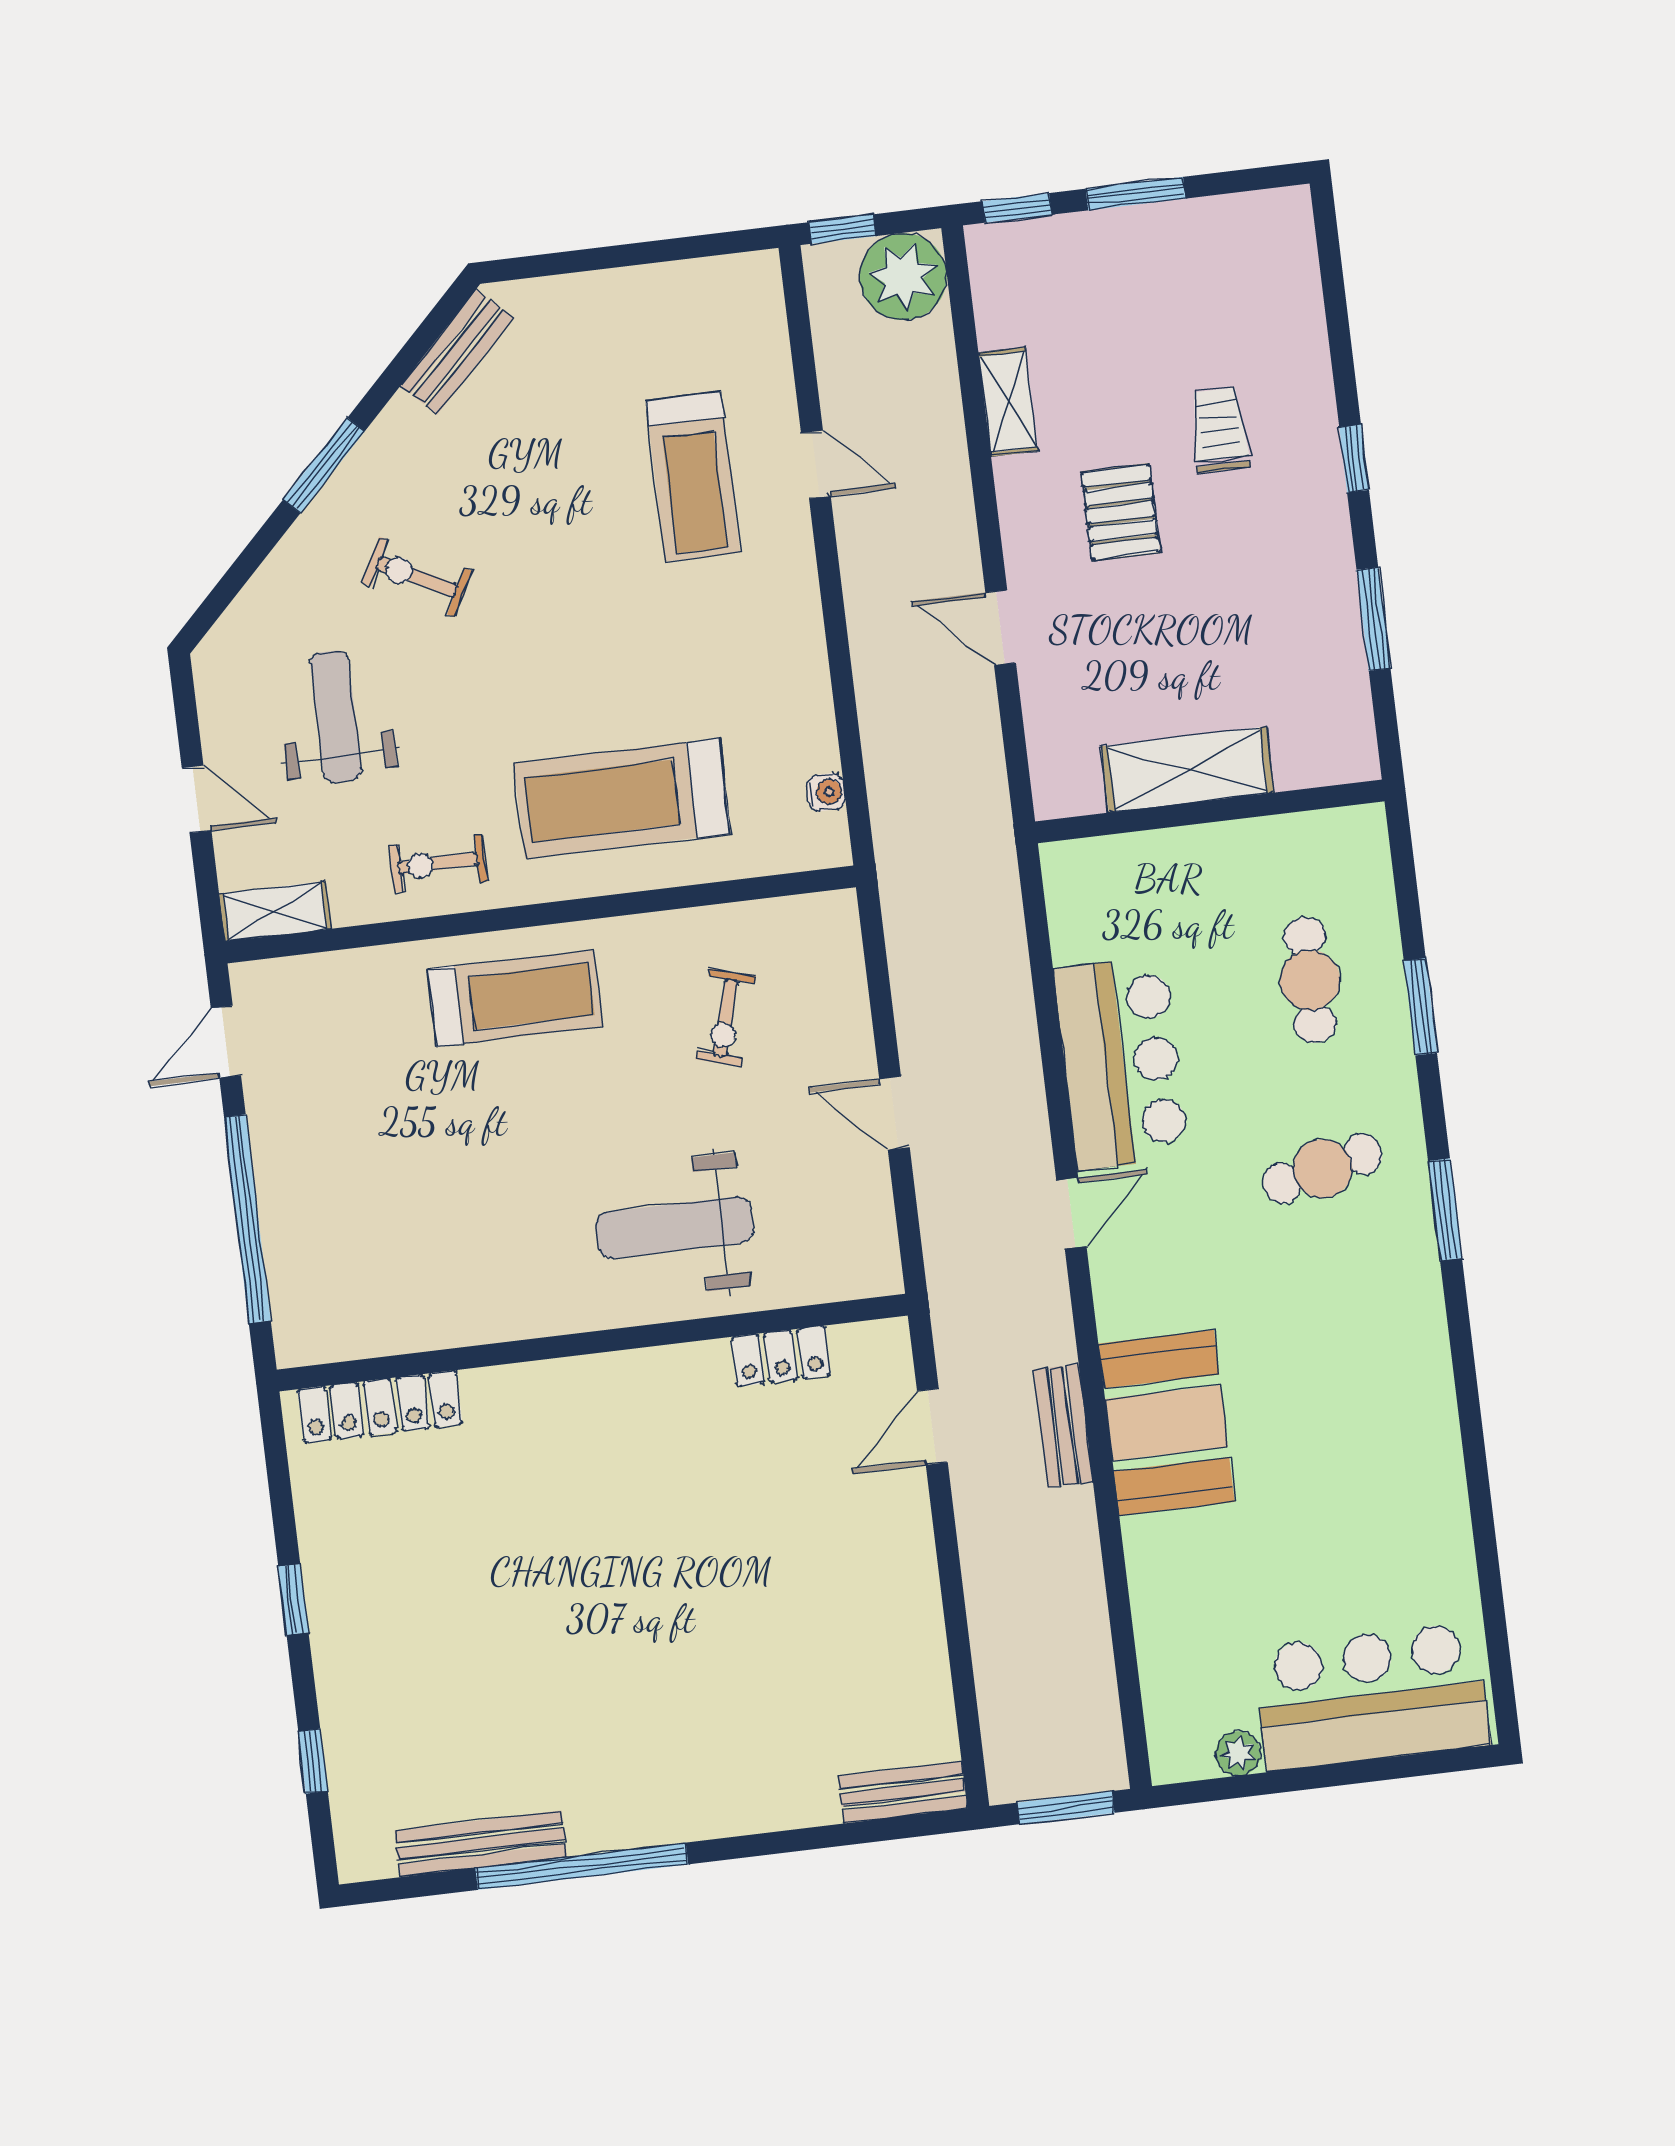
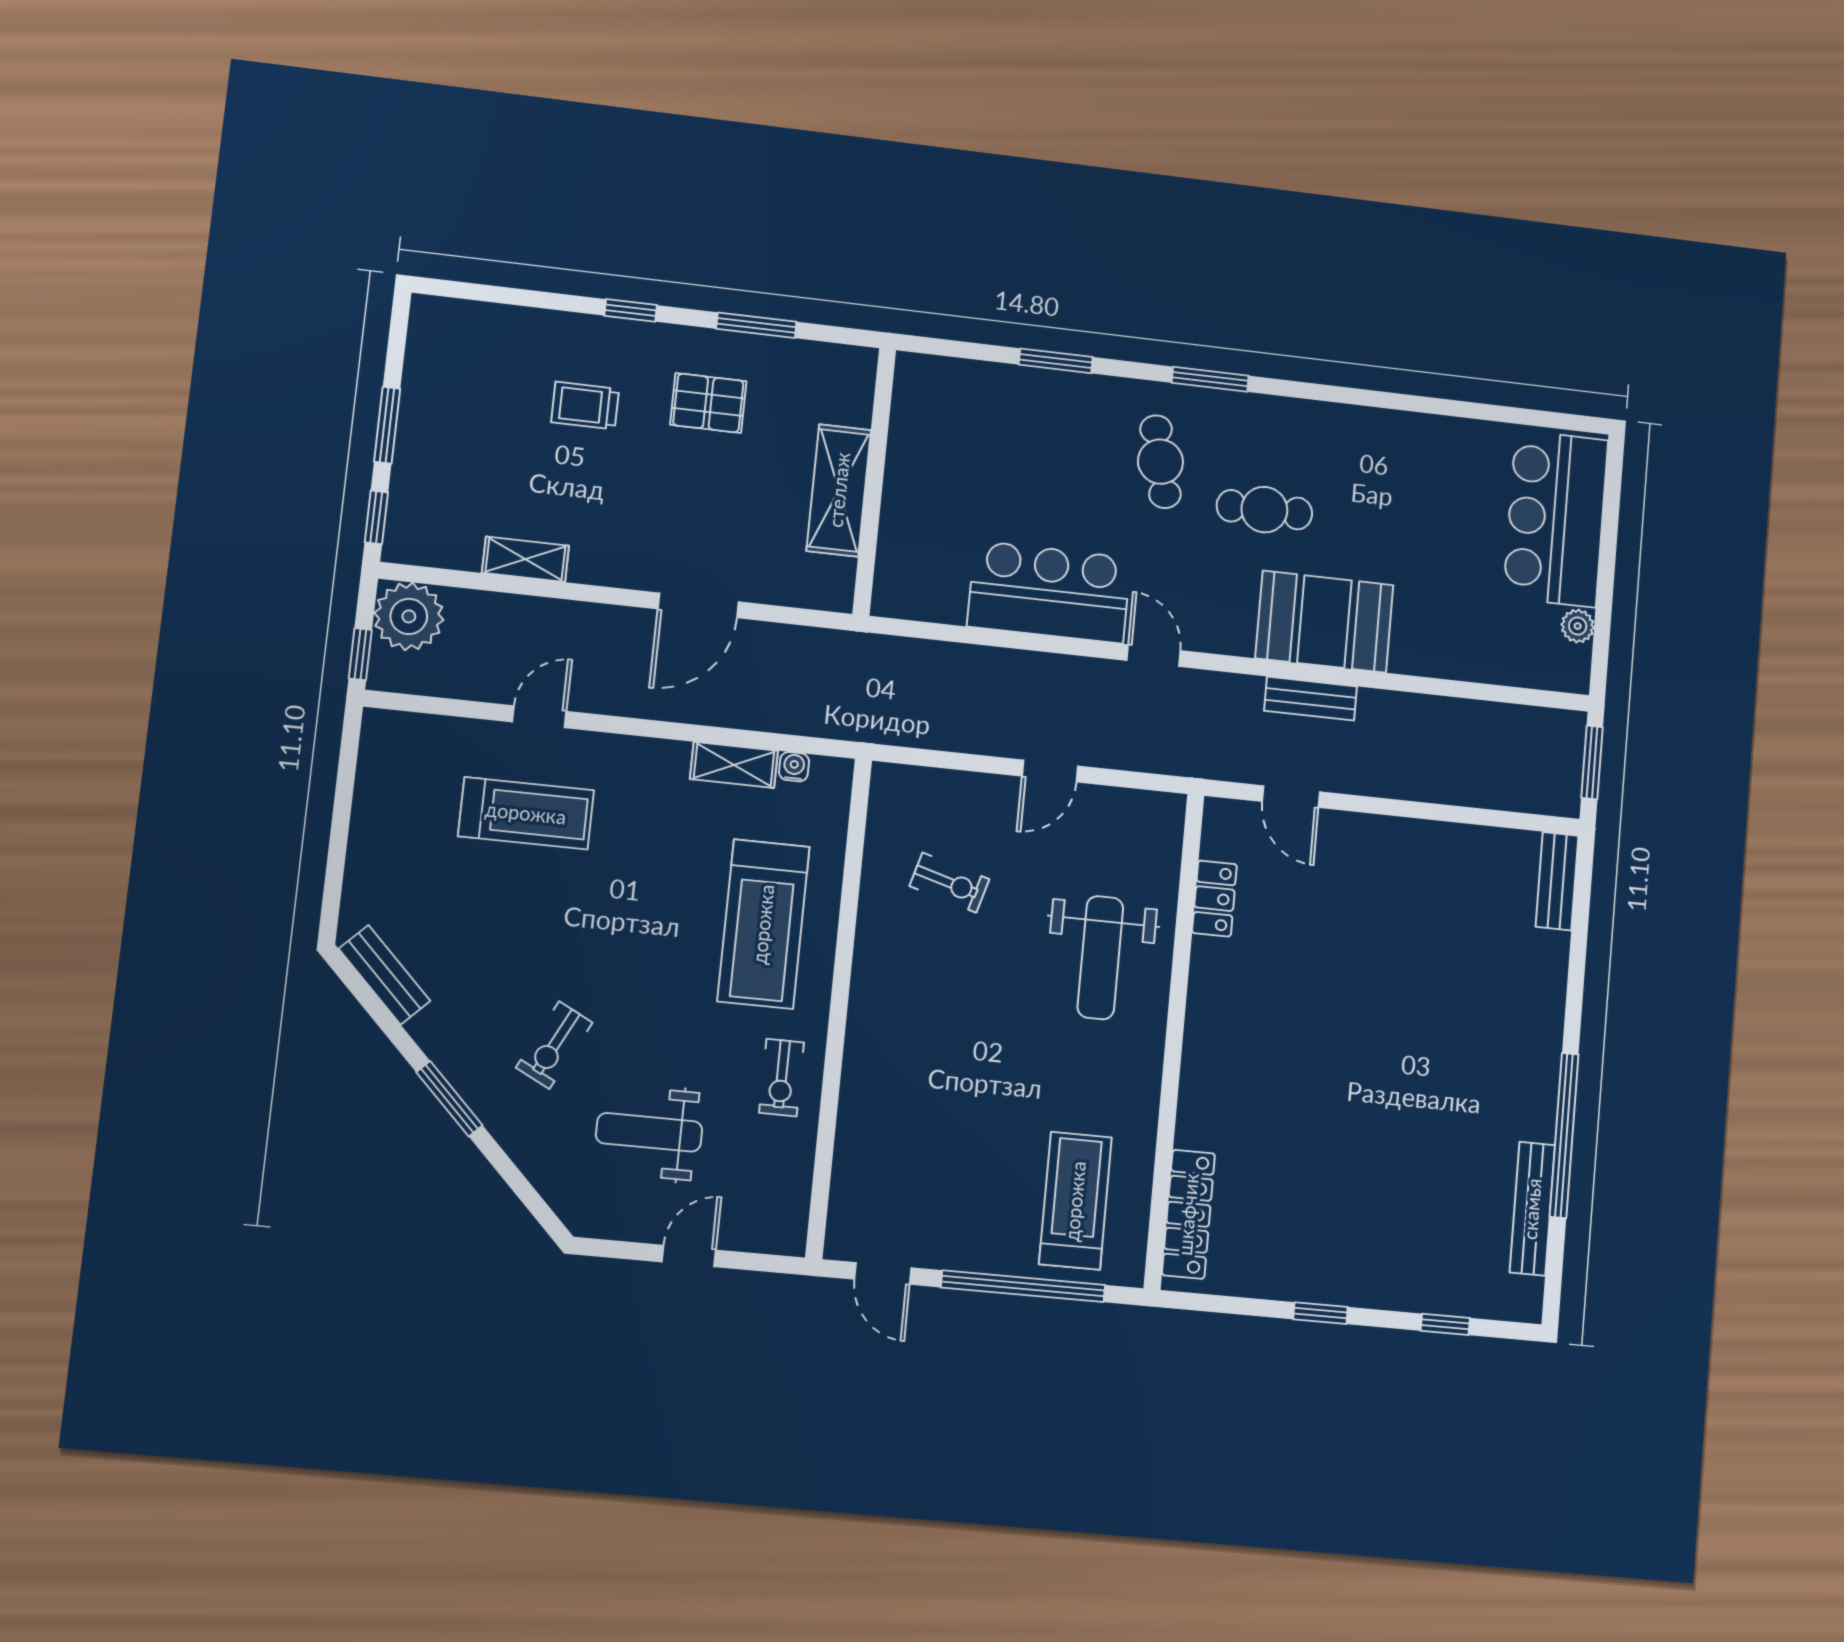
pallet: (1121, 512) -> (708, 403), moved
door: (1001, 628) -> (698, 605), width x1.38
shelving: (275, 911) -> (734, 765), moved, turned 90
cafe table: (1310, 980) -> (1264, 510), moved
treadmill: (515, 998) -> (1075, 1201), moved

